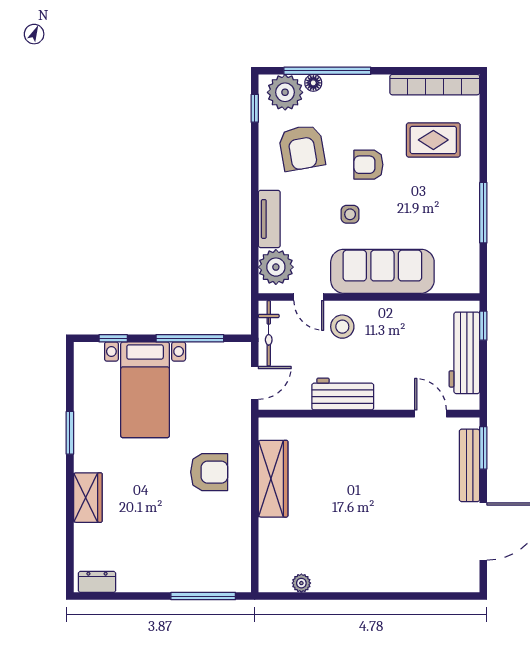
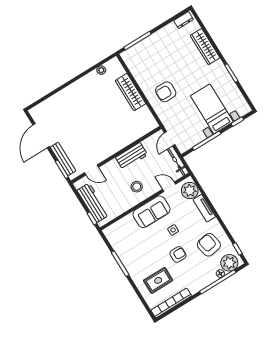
sofa: (382, 271) -> (151, 212), width x0.73
stool: (342, 327) -> (137, 187), moved
wardrobe: (273, 479) -> (130, 92), moved
wardrobe: (88, 498) -> (205, 47), width x1.50

